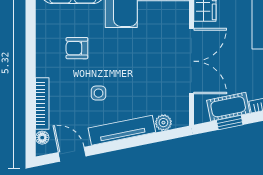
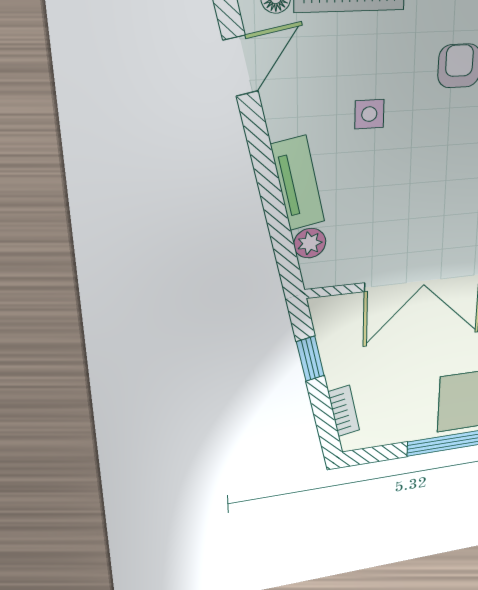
cot: (228, 107) -> (340, 352), removed
tv unit: (122, 130) -> (298, 183), width x0.71

